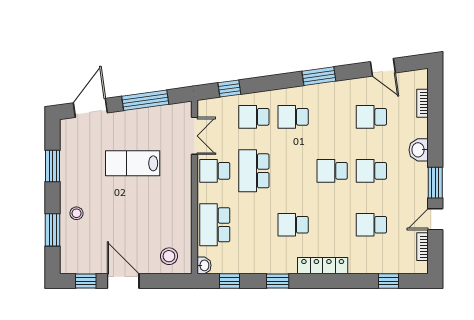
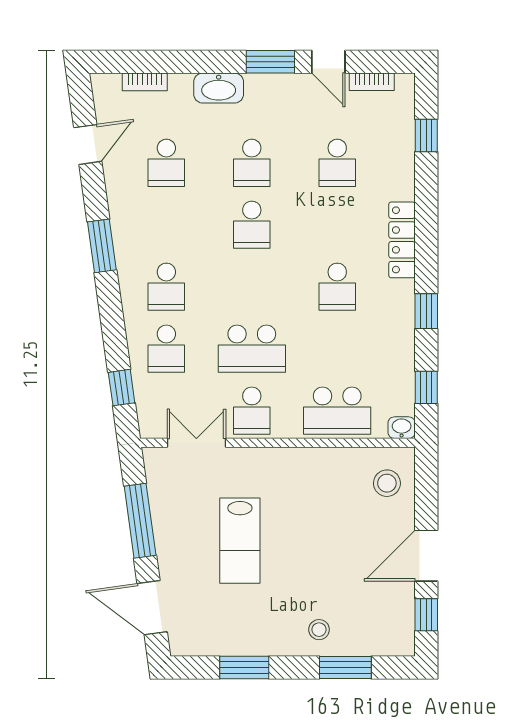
washbasin: (419, 150) -> (219, 88), width x1.38

